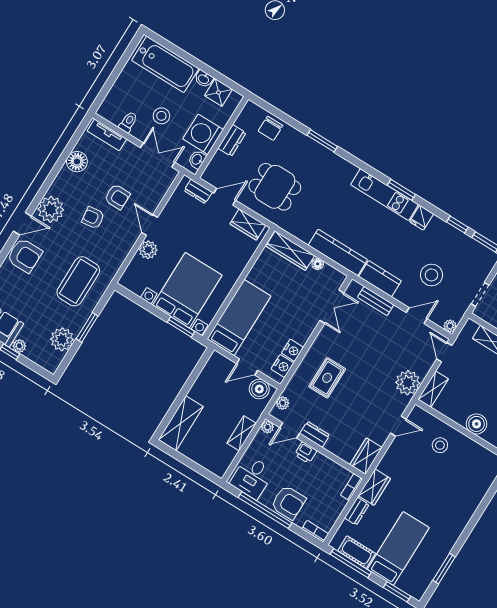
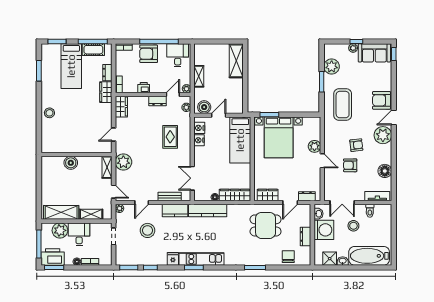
stool: (440, 445) -> (49, 113), moved
printer: (306, 453) -> (144, 88), moved

